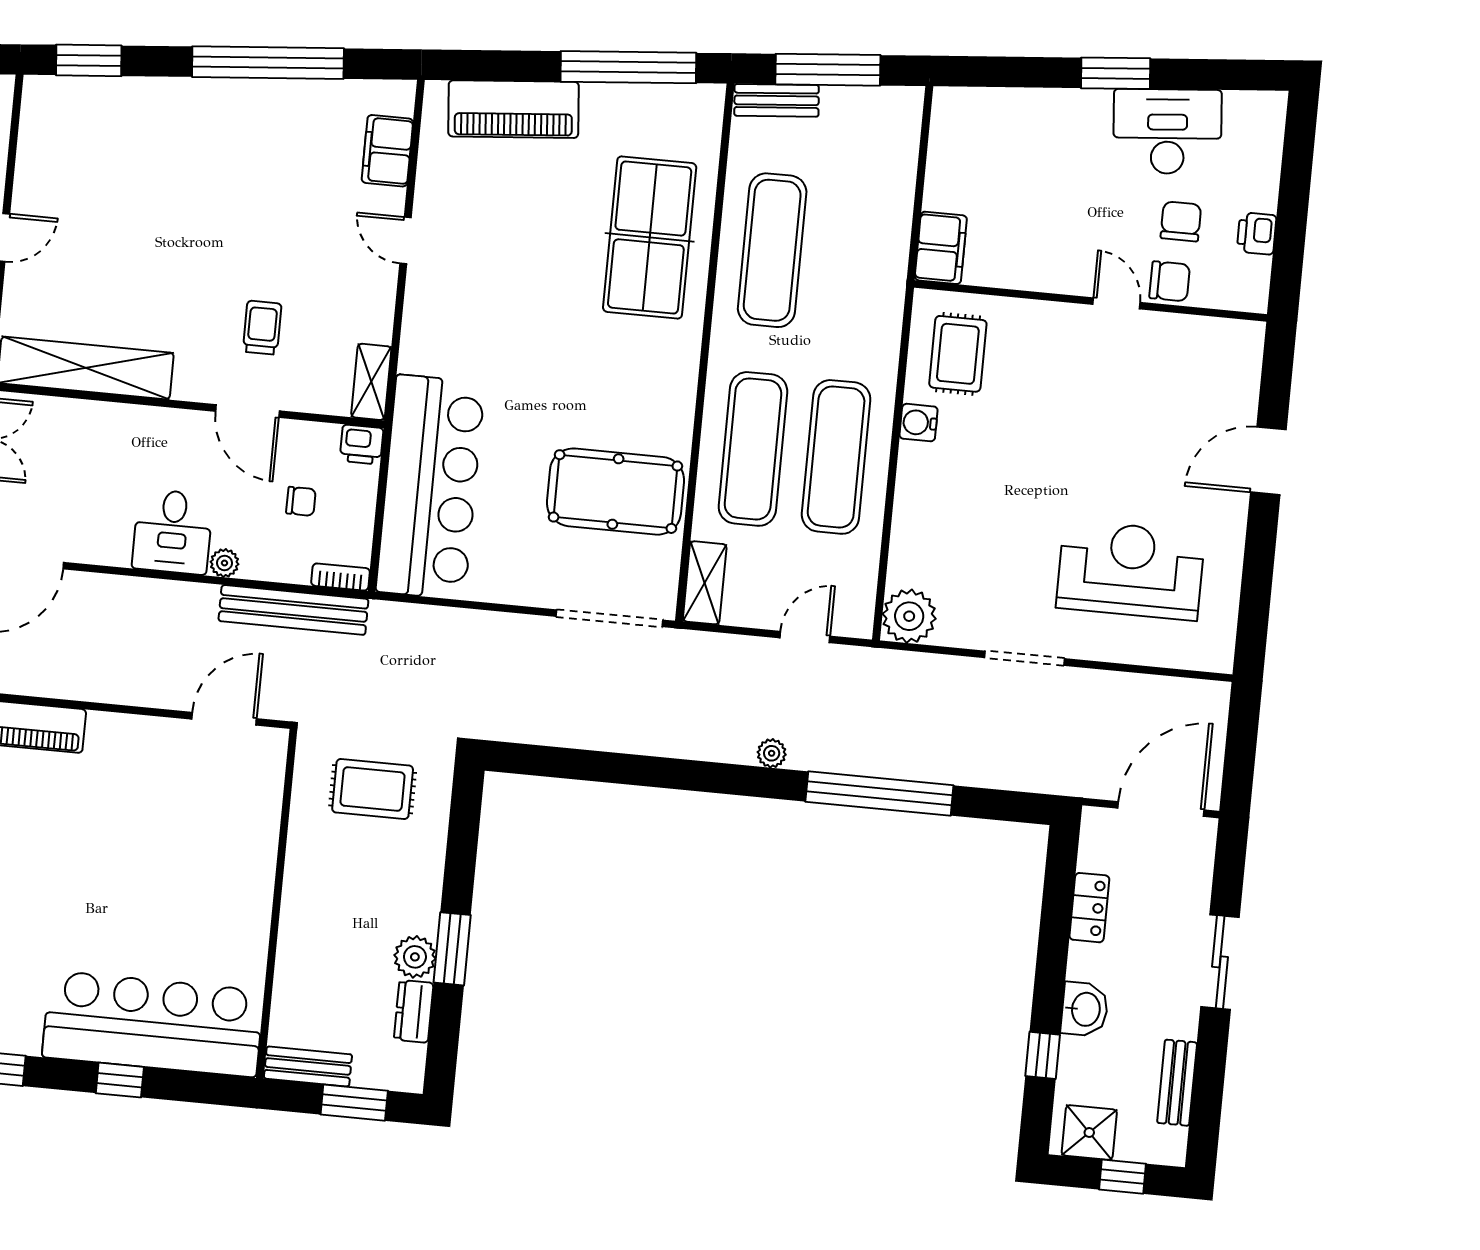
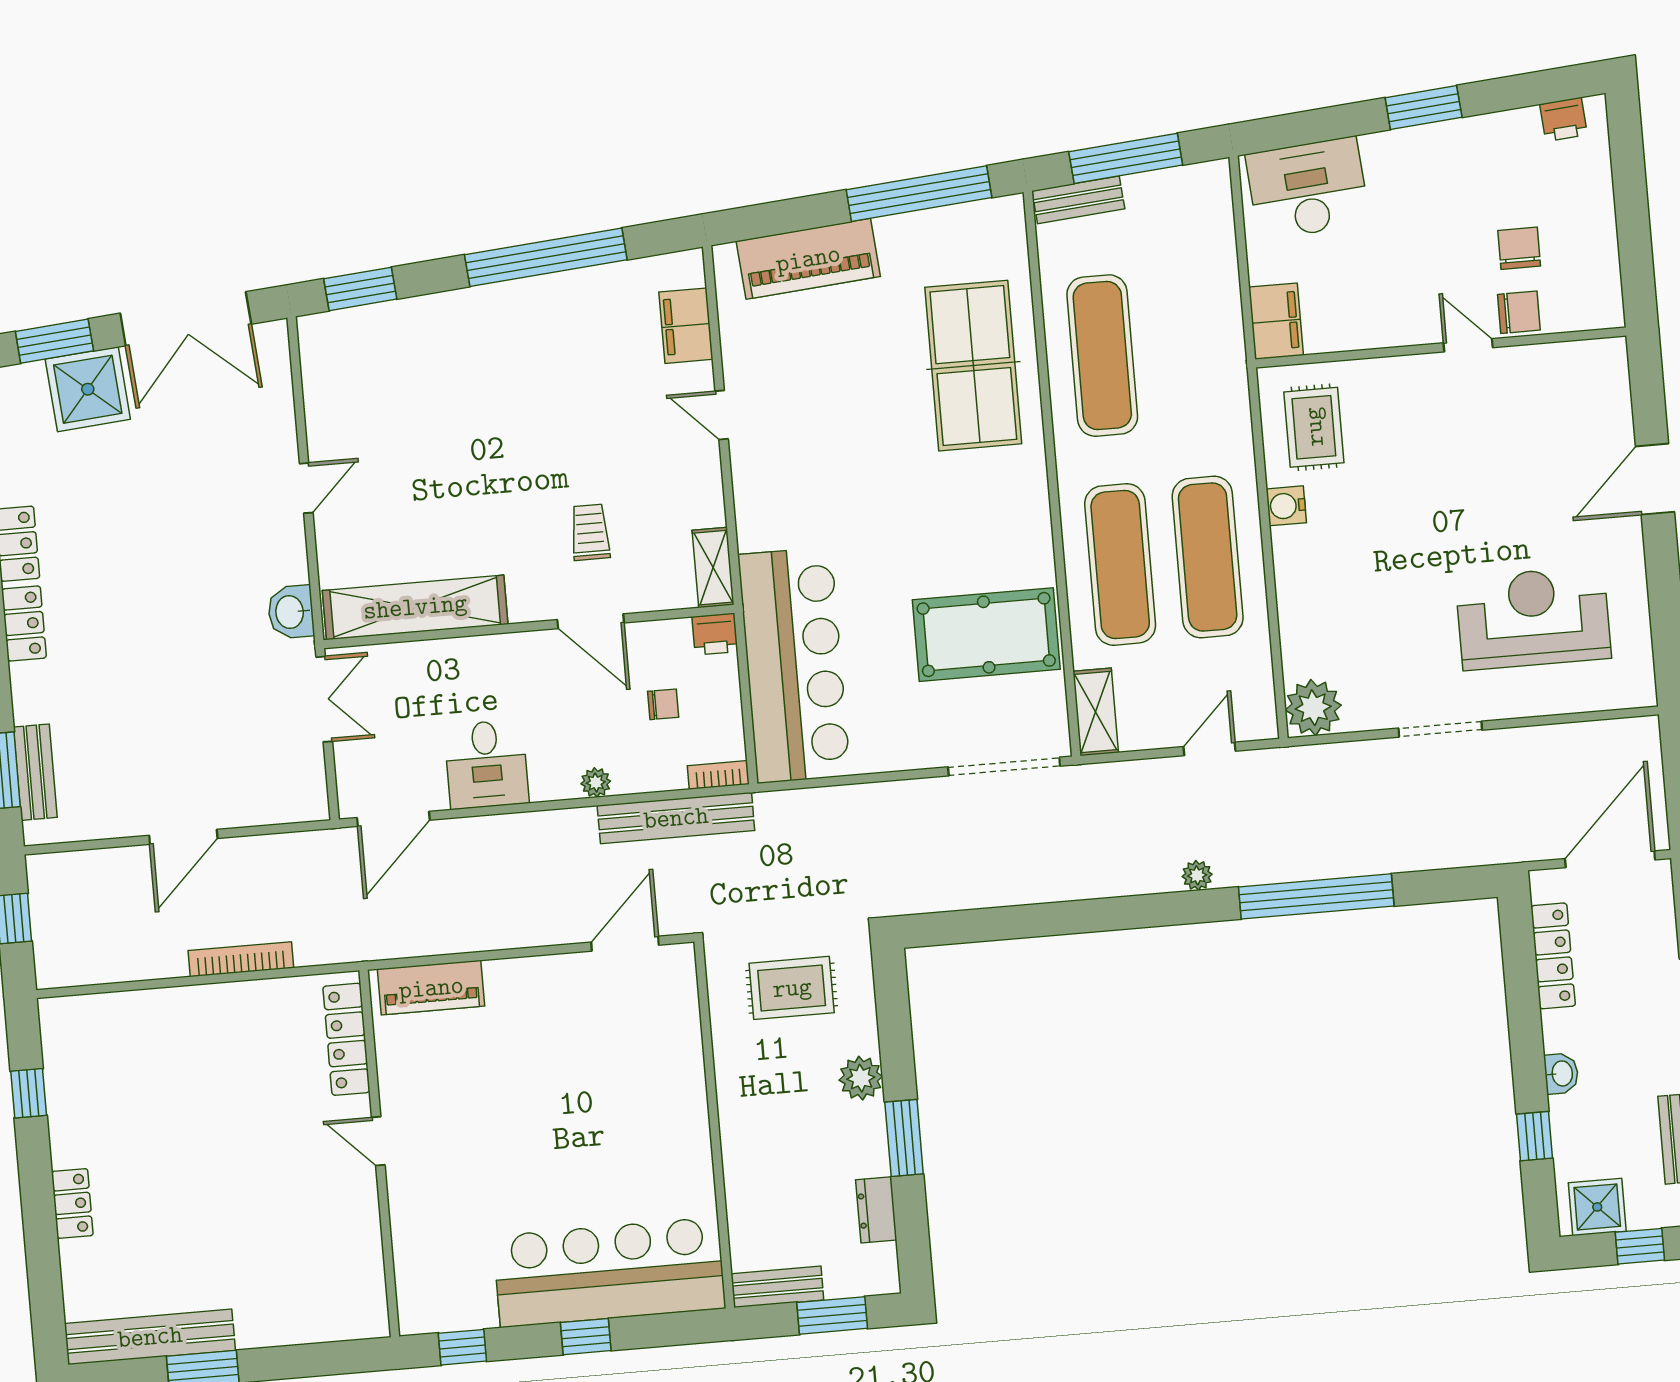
desk: (1167, 131) -> (1308, 189), moved
printer: (1257, 233) -> (1564, 119), moved, turned -95
desk: (173, 532) -> (486, 764), moved
locker: (1089, 908) -> (1553, 956), width x1.53
plant: (415, 957) -> (861, 1078), moved
washbasin: (1085, 1009) -> (1561, 1074), width x0.72, depth x0.69

